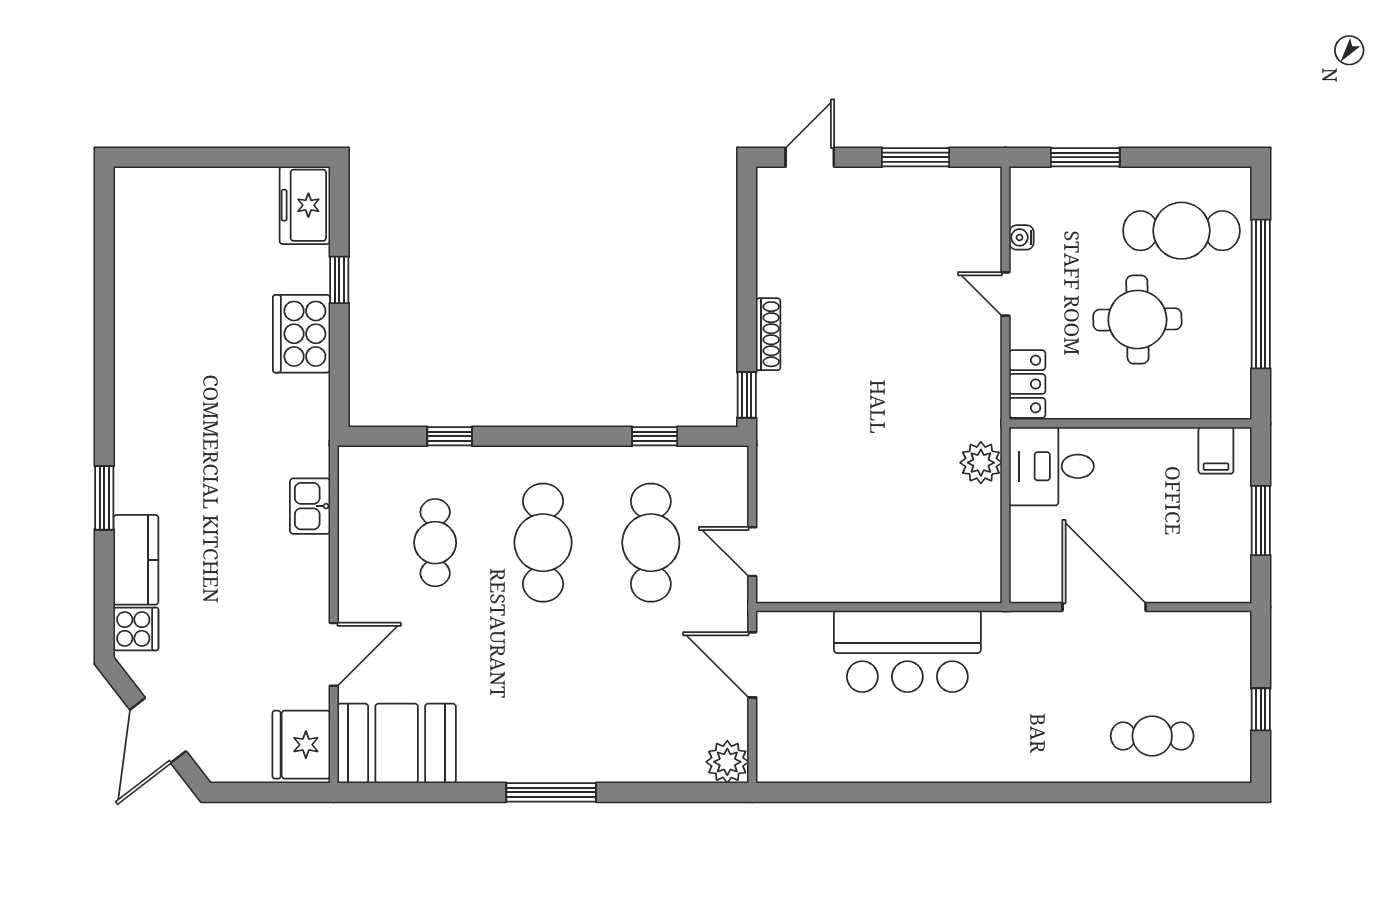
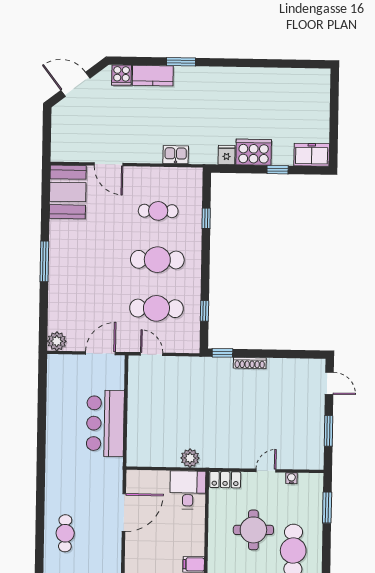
door: (752, 552) -> (152, 354), hinge flipped
fridge: (301, 745) -> (227, 155), moved, width x0.53, depth x0.75

